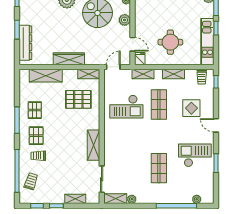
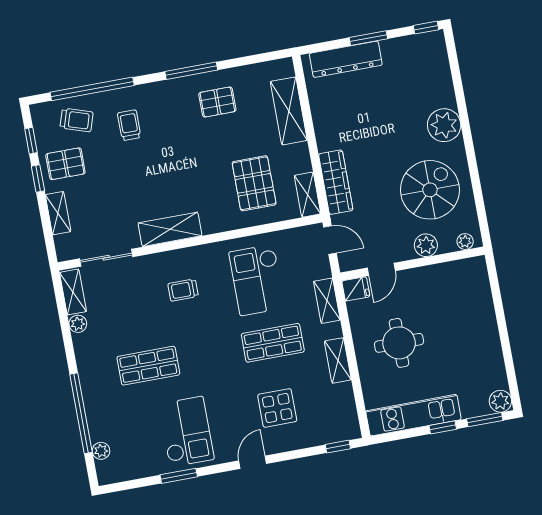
wardrobe: (69, 59) -> (336, 182), moved
trolley: (202, 77) -> (183, 290), moved
pallet: (36, 136) -> (65, 164), moved

